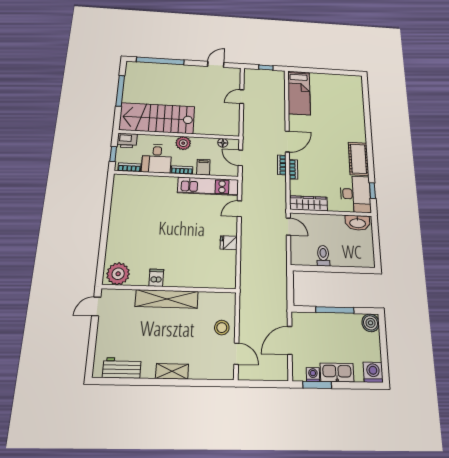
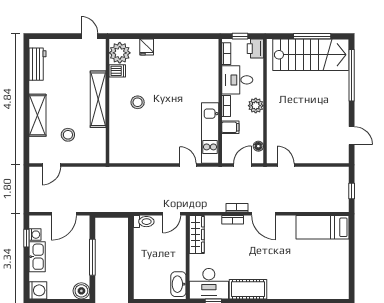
door: (242, 97) -> (286, 165), moved
stairs: (157, 118) -> (311, 55), moved, turned 90
fridge: (229, 243) -> (147, 47), moved, turned 180
toilet: (323, 256) -> (144, 222), moved
stool: (173, 257) -> (138, 102), added
dishwasher: (156, 278) -> (117, 71), moved
stool: (222, 328) -> (68, 135), moved
door: (290, 340) -> (64, 214), swing flipped
shelving: (172, 371) -> (37, 115), width x1.50, depth x1.33
window: (317, 385) -> (26, 238), width x0.67

